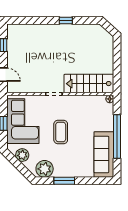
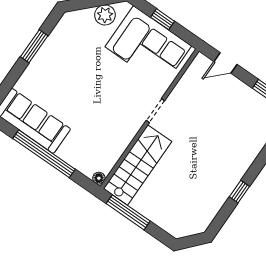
window: (117, 71) -> (128, 212), added
coffee table: (61, 132) -> (100, 85), removed
plant: (45, 169) -> (67, 31), removed

